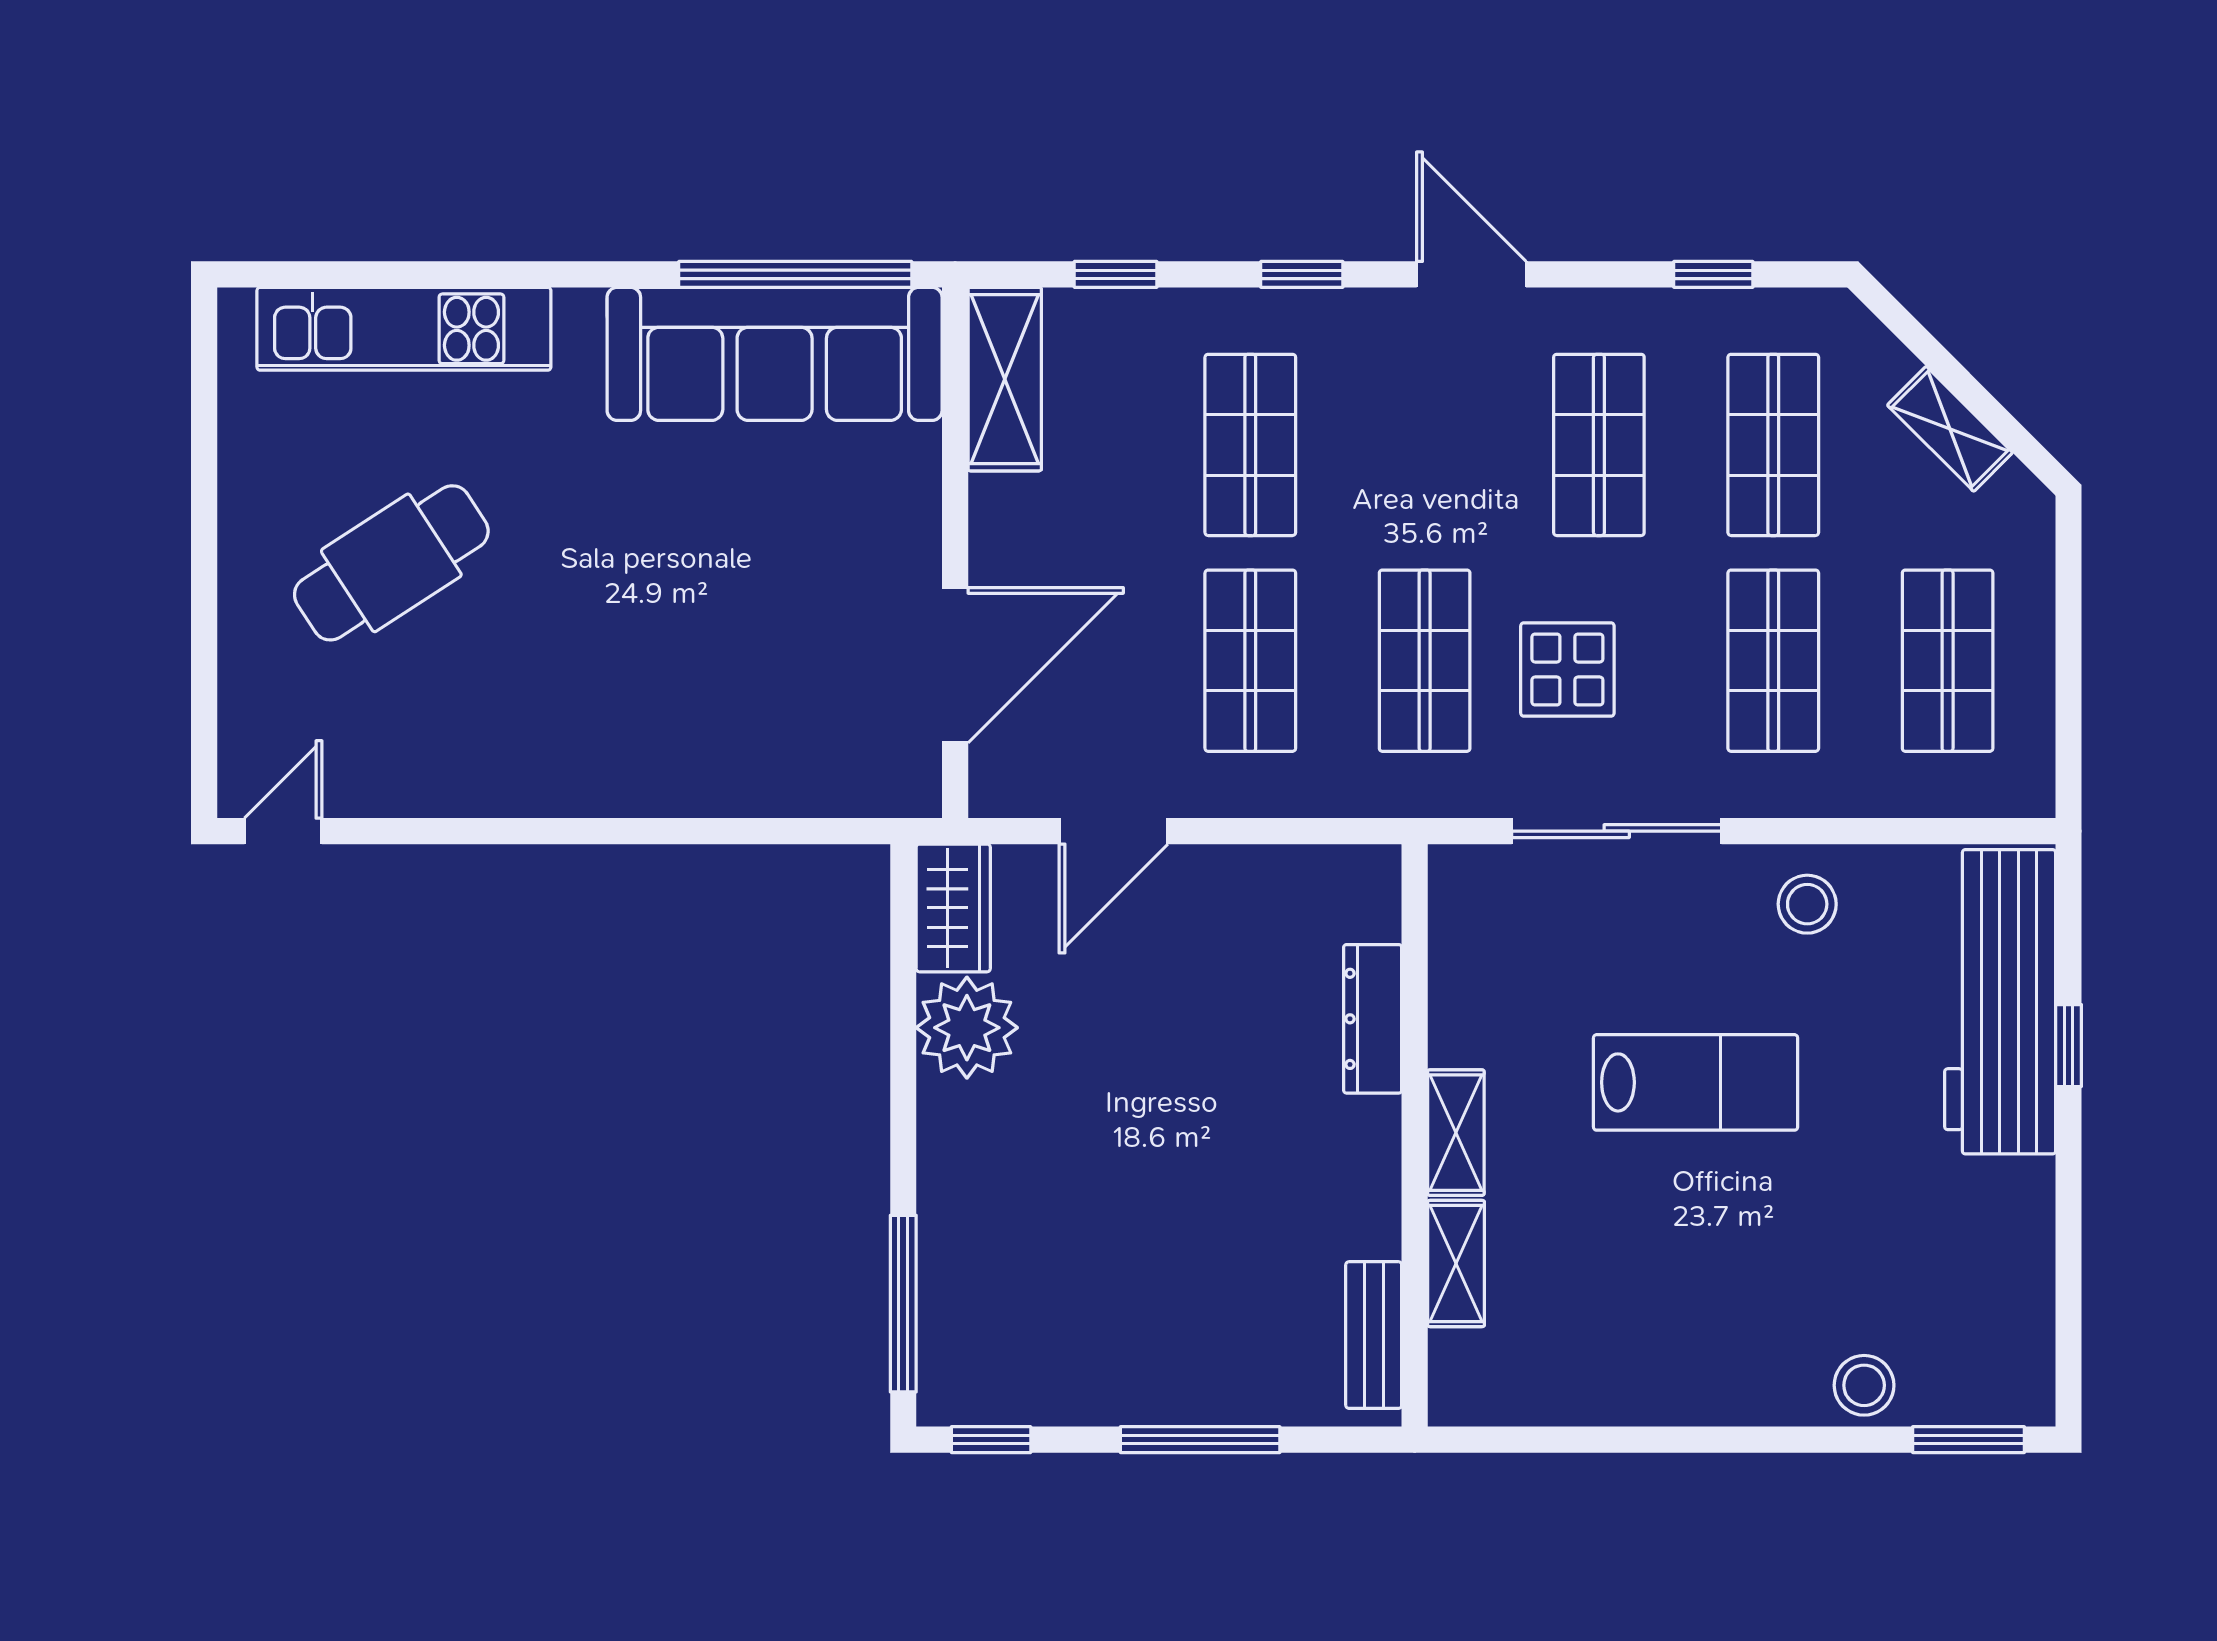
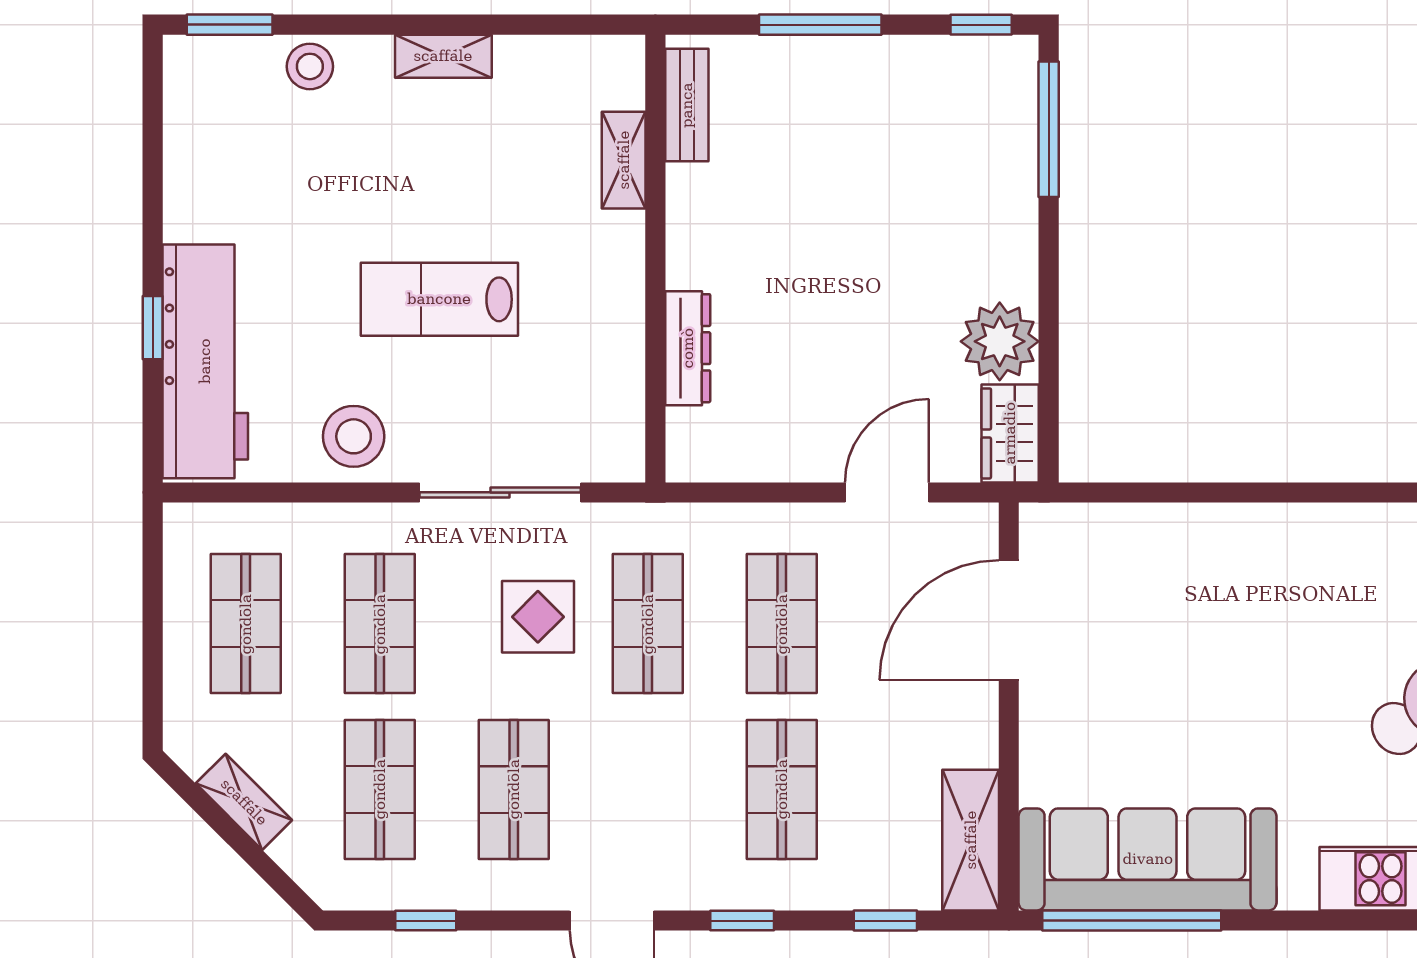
stool: (1807, 904) -> (354, 436), width x1.38, depth x1.38
shelving: (1456, 1133) -> (443, 56), moved, turned 90

